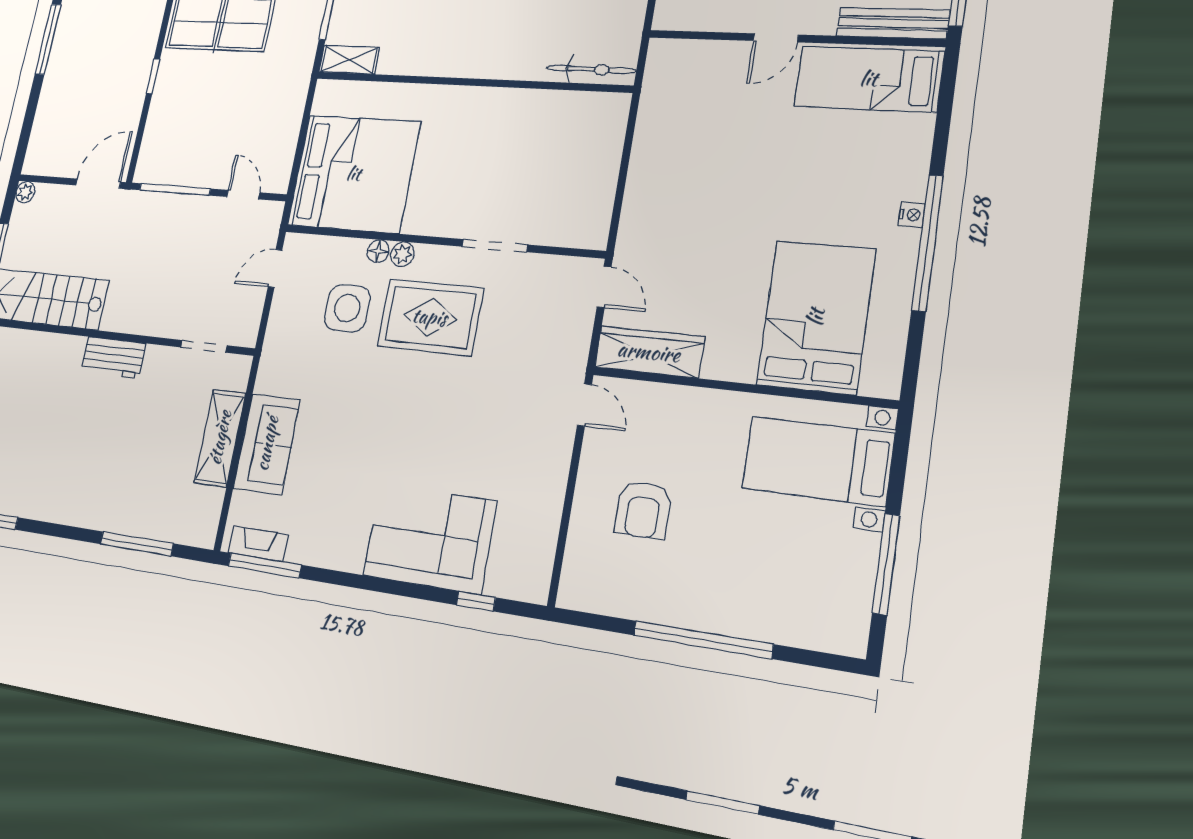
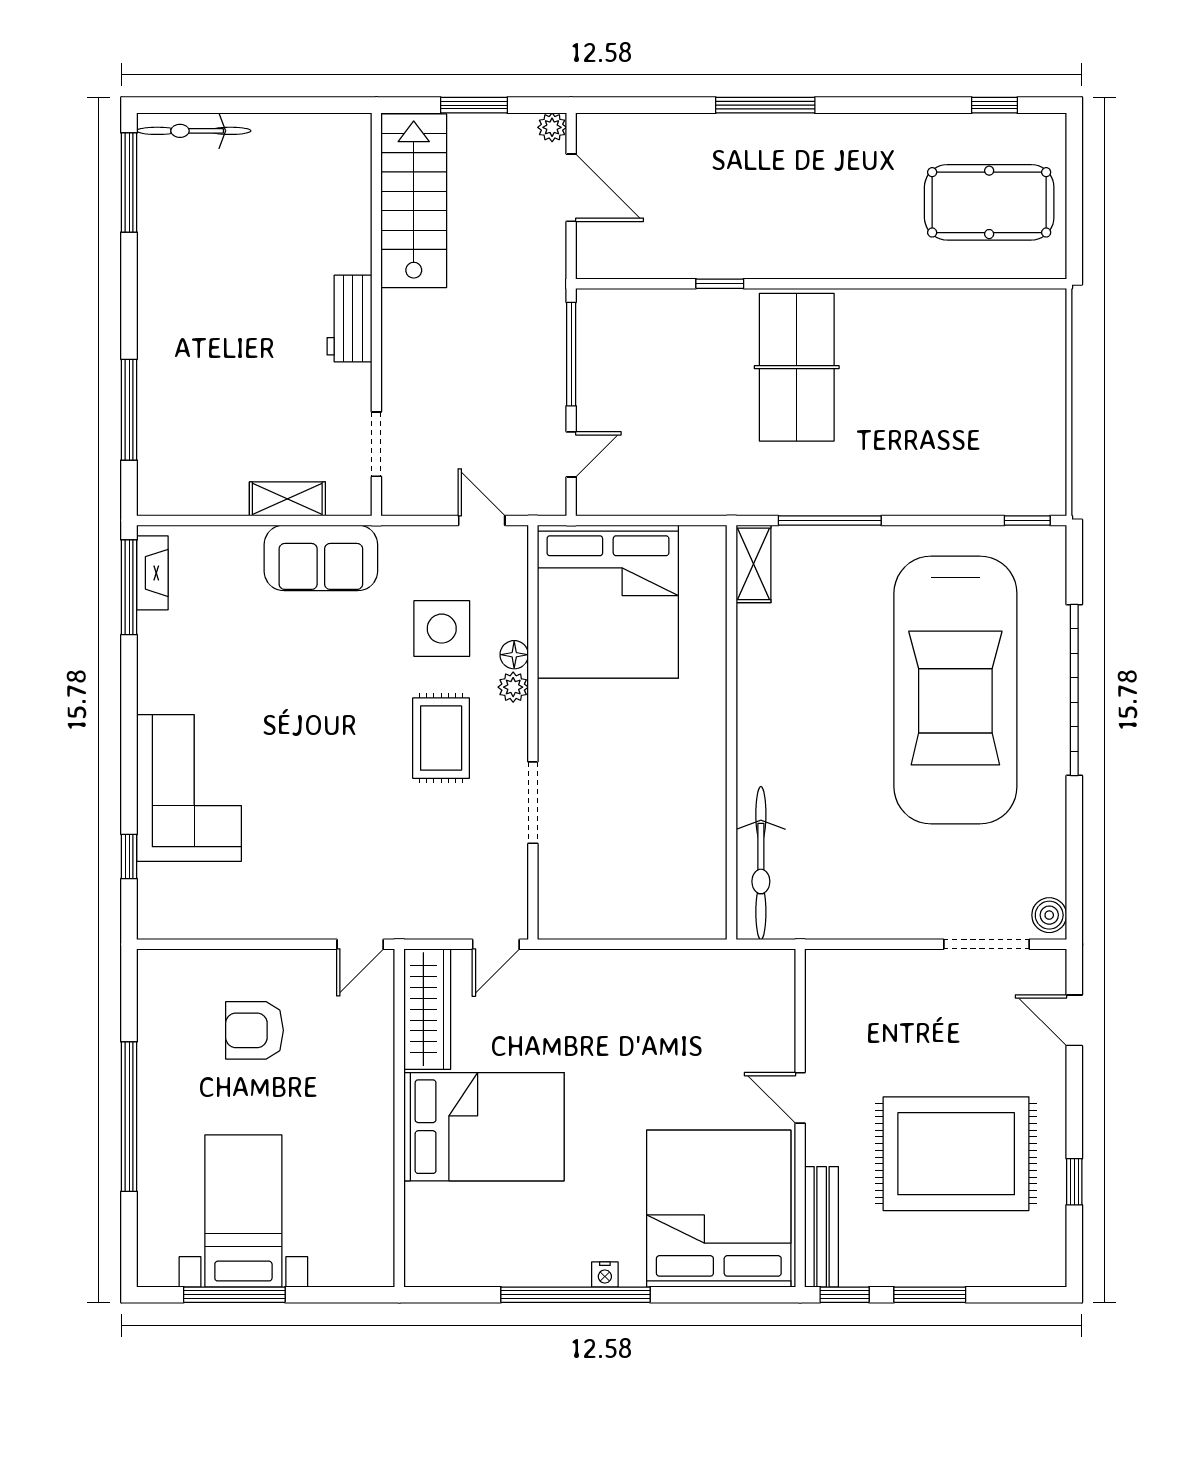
bicycle: (591, 69) -> (761, 863), width x1.37, depth x1.40
bed: (869, 79) -> (719, 1209), width x2.04
door: (98, 184) -> (571, 188), moved
rug: (430, 317) -> (441, 738), width x0.73, depth x0.70
bed: (816, 317) -> (484, 1127), moved
shelving: (220, 438) -> (287, 499), width x0.67, depth x0.75
sofa: (267, 444) -> (321, 558), moved
bed with nightstands: (818, 461) -> (243, 1211), moved

